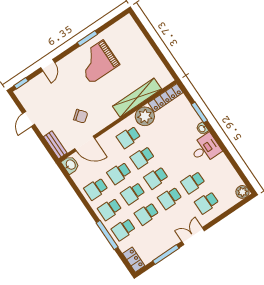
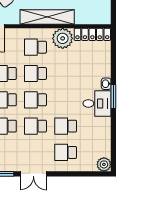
shelving: (137, 98) -> (47, 17), moved
window: (199, 112) -> (113, 97), moved
double door: (193, 236) -> (33, 174), swing flipped

